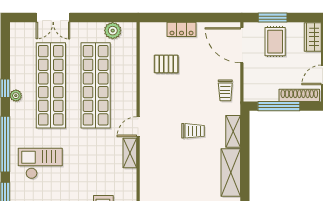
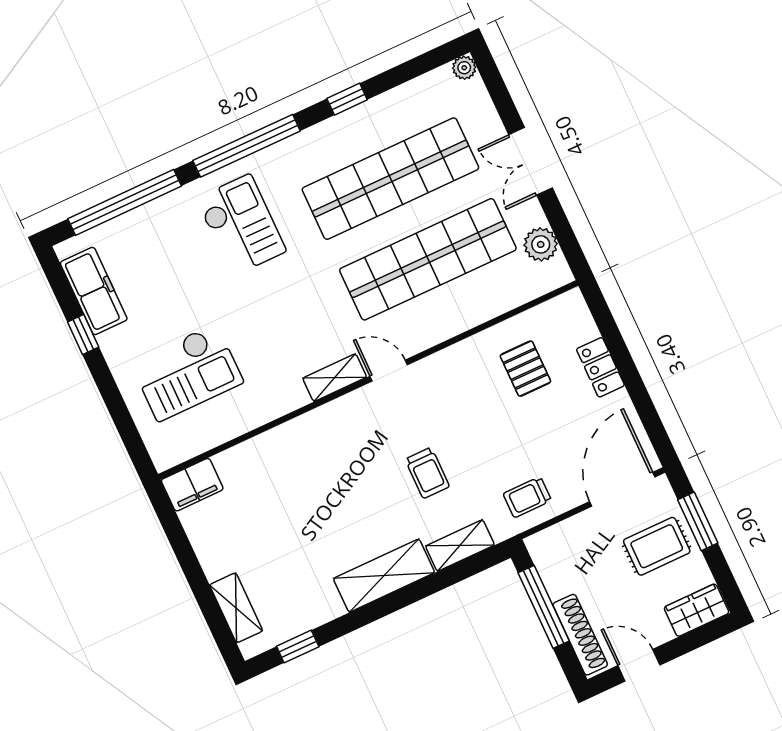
double door: (53, 18) -> (531, 161), moved
plant: (16, 96) -> (464, 68), moved

